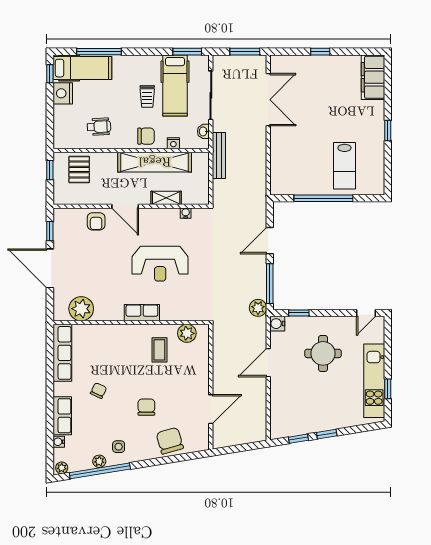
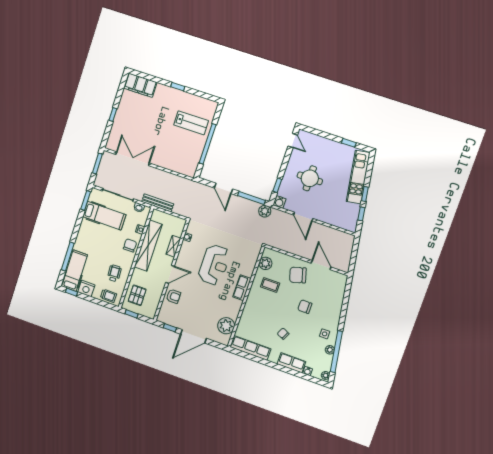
trolley: (147, 96) -> (109, 296), moved
pallet: (79, 169) -> (137, 295), turned 90
kitchen unit: (374, 381) -> (358, 177), moved, turned 81
chair: (170, 441) -> (298, 275), moved

